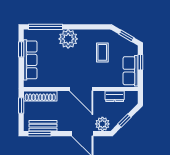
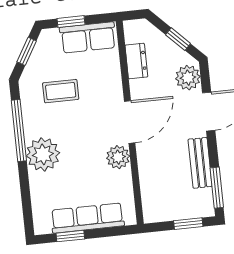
window: (45, 27) -> (19, 131), moved
plant: (62, 80) -> (118, 157), added
shoe rack: (40, 96) -> (150, 193), removed
window: (21, 105) -> (188, 224), moved
bench: (43, 126) -> (200, 163), moved

